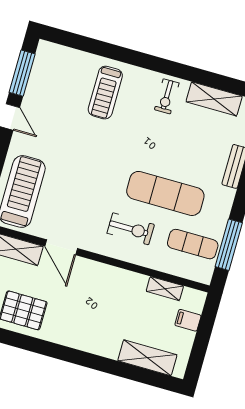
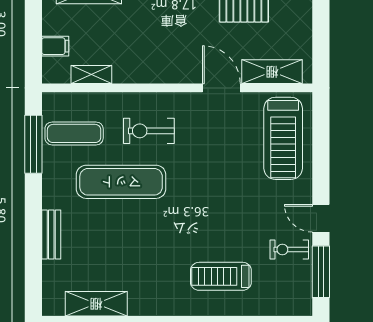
treadmill: (105, 93) -> (221, 276), turned -90
exercise bike: (167, 96) -> (289, 250), moved, turned -90

